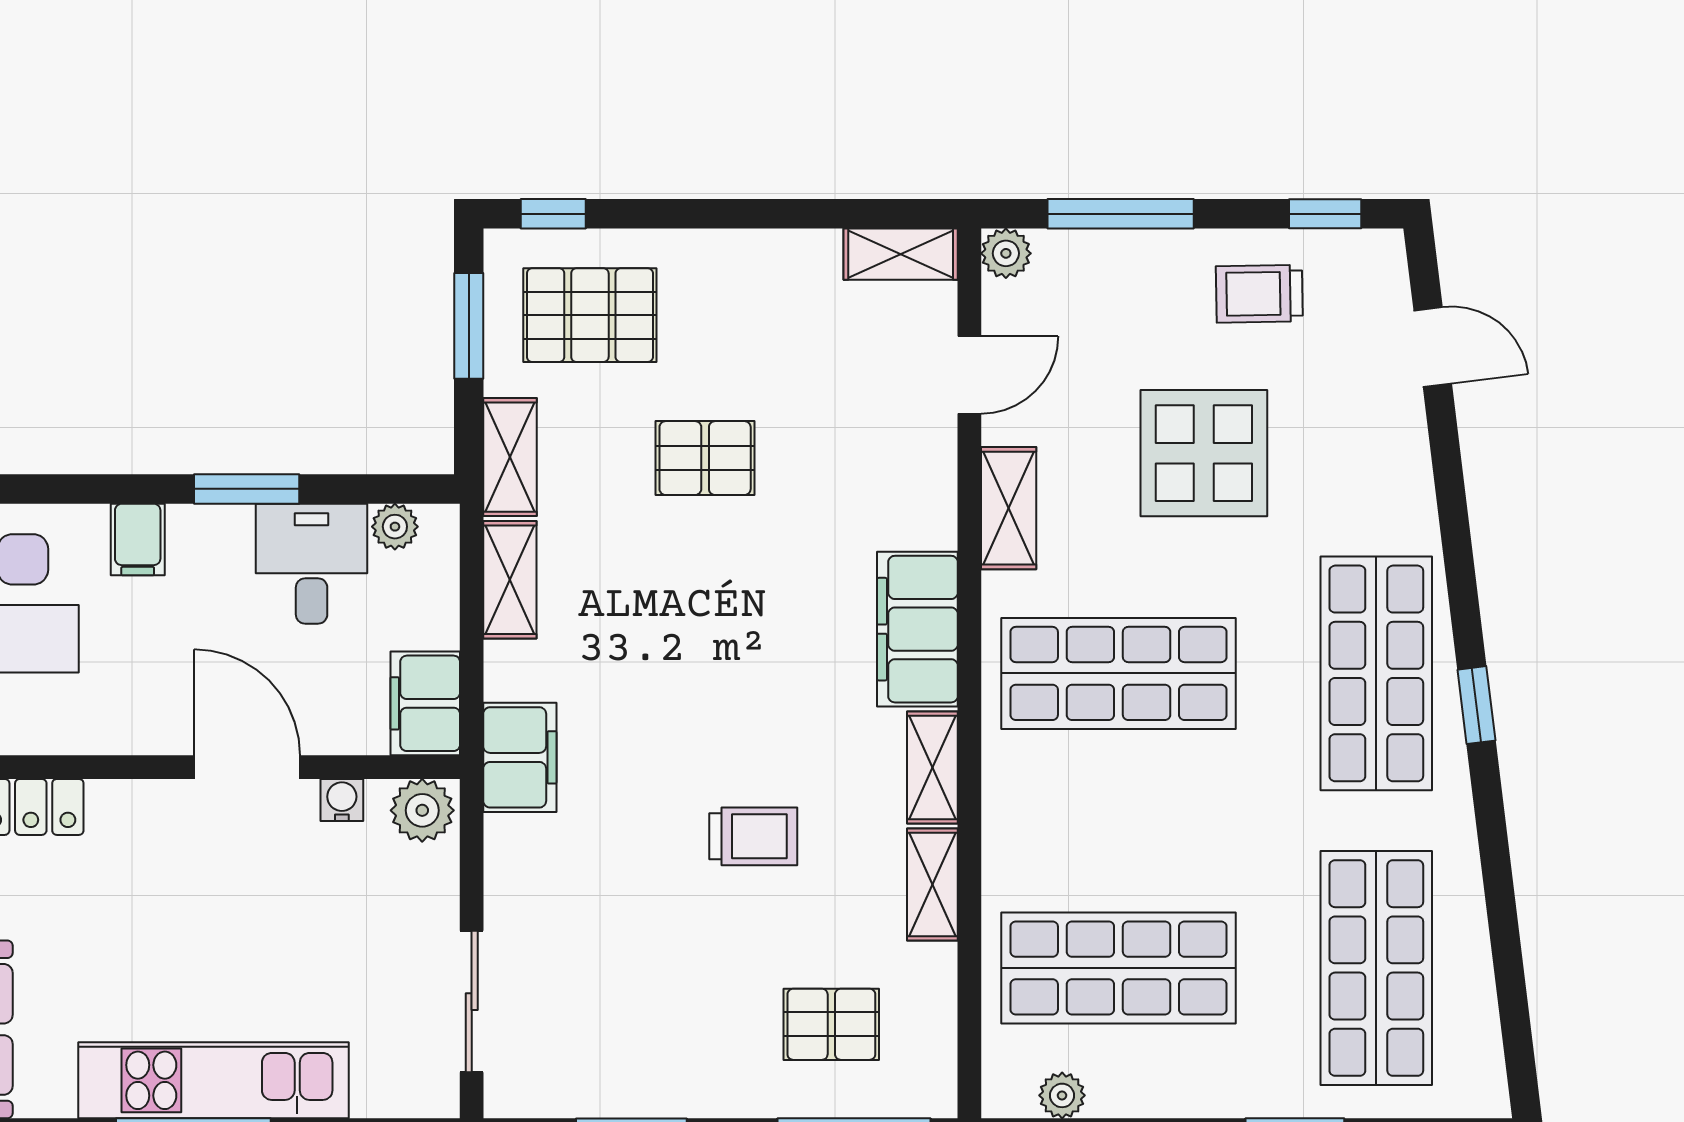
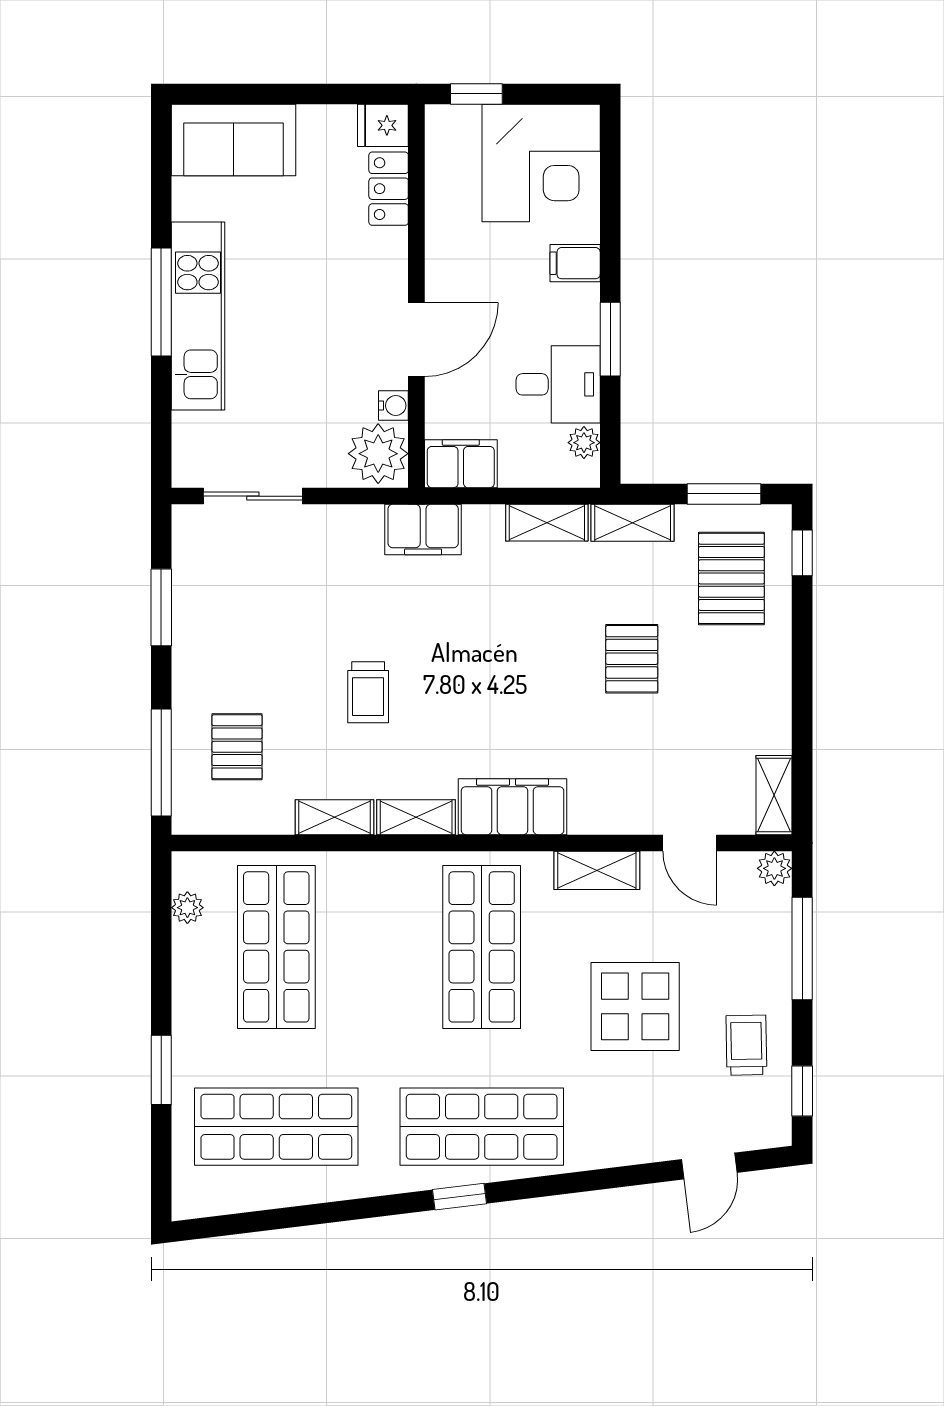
plant: (422, 810) -> (378, 454), width x1.36, depth x1.36

